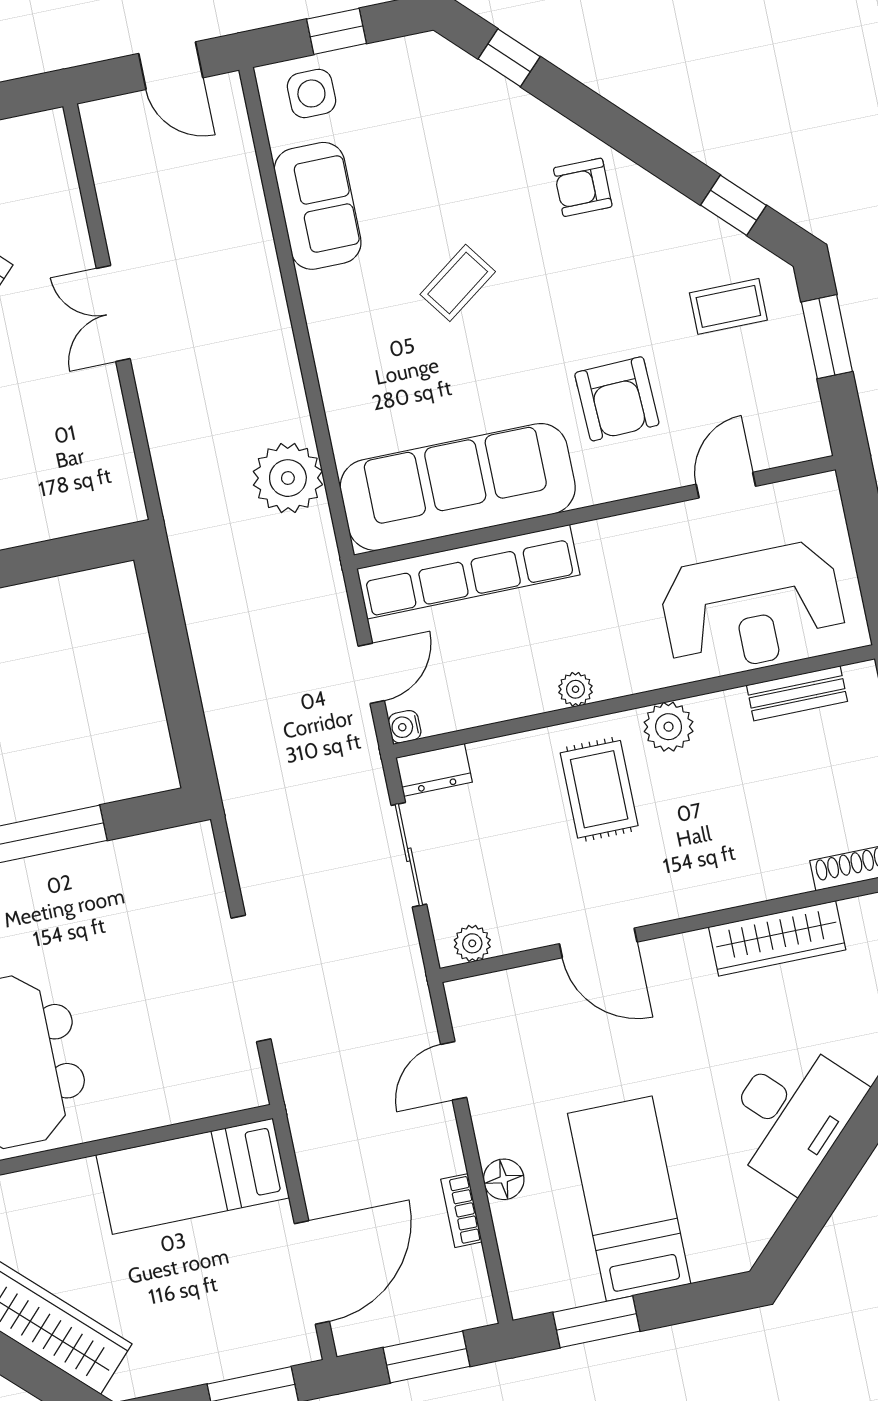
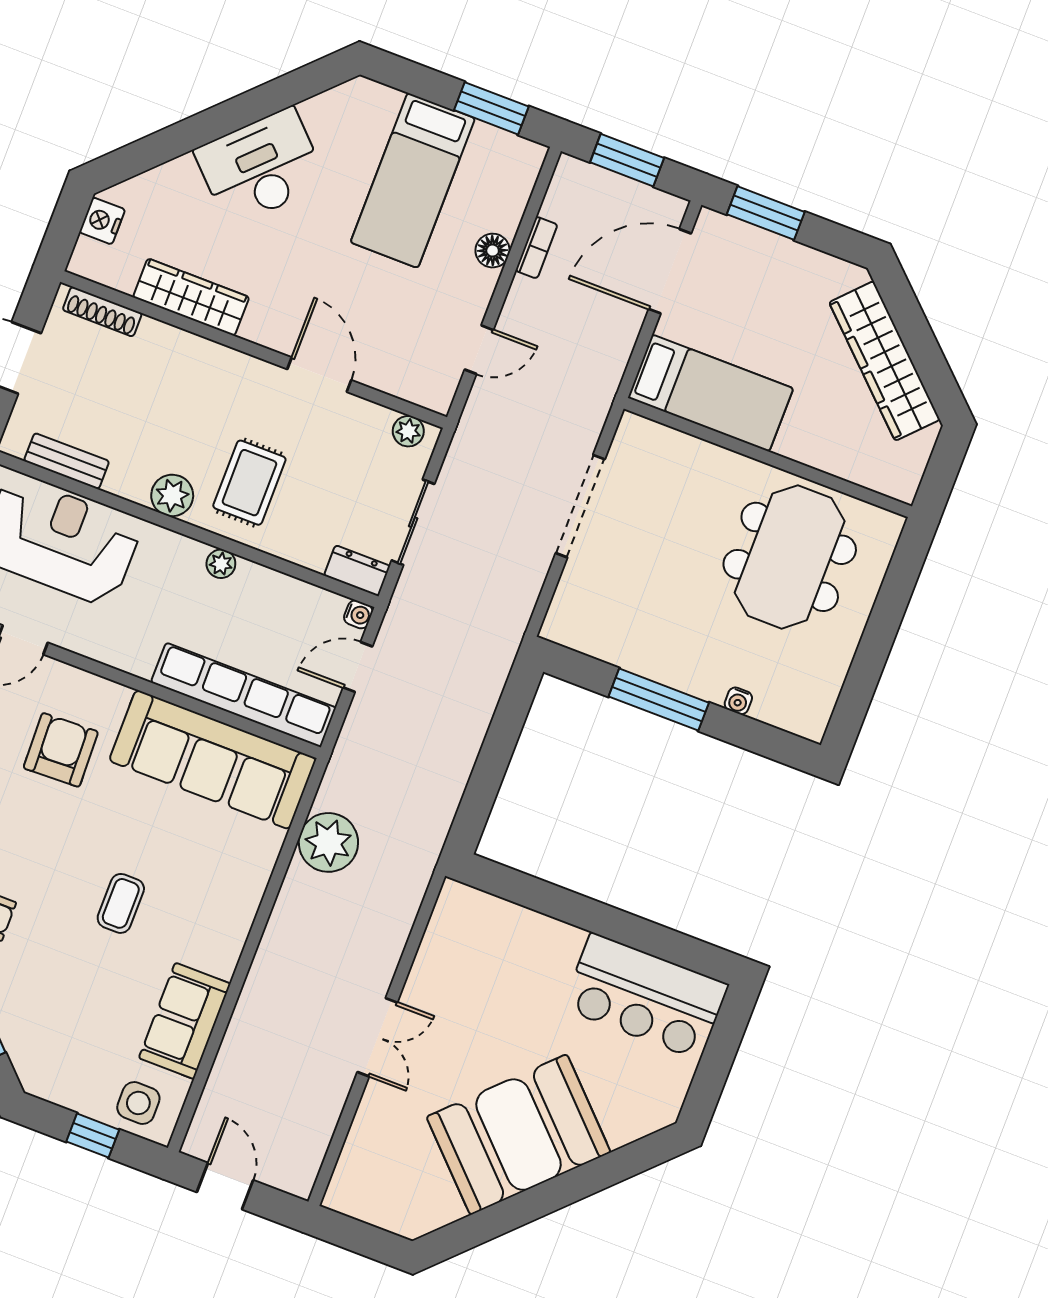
coffee table: (458, 283) -> (121, 903), turned -54

